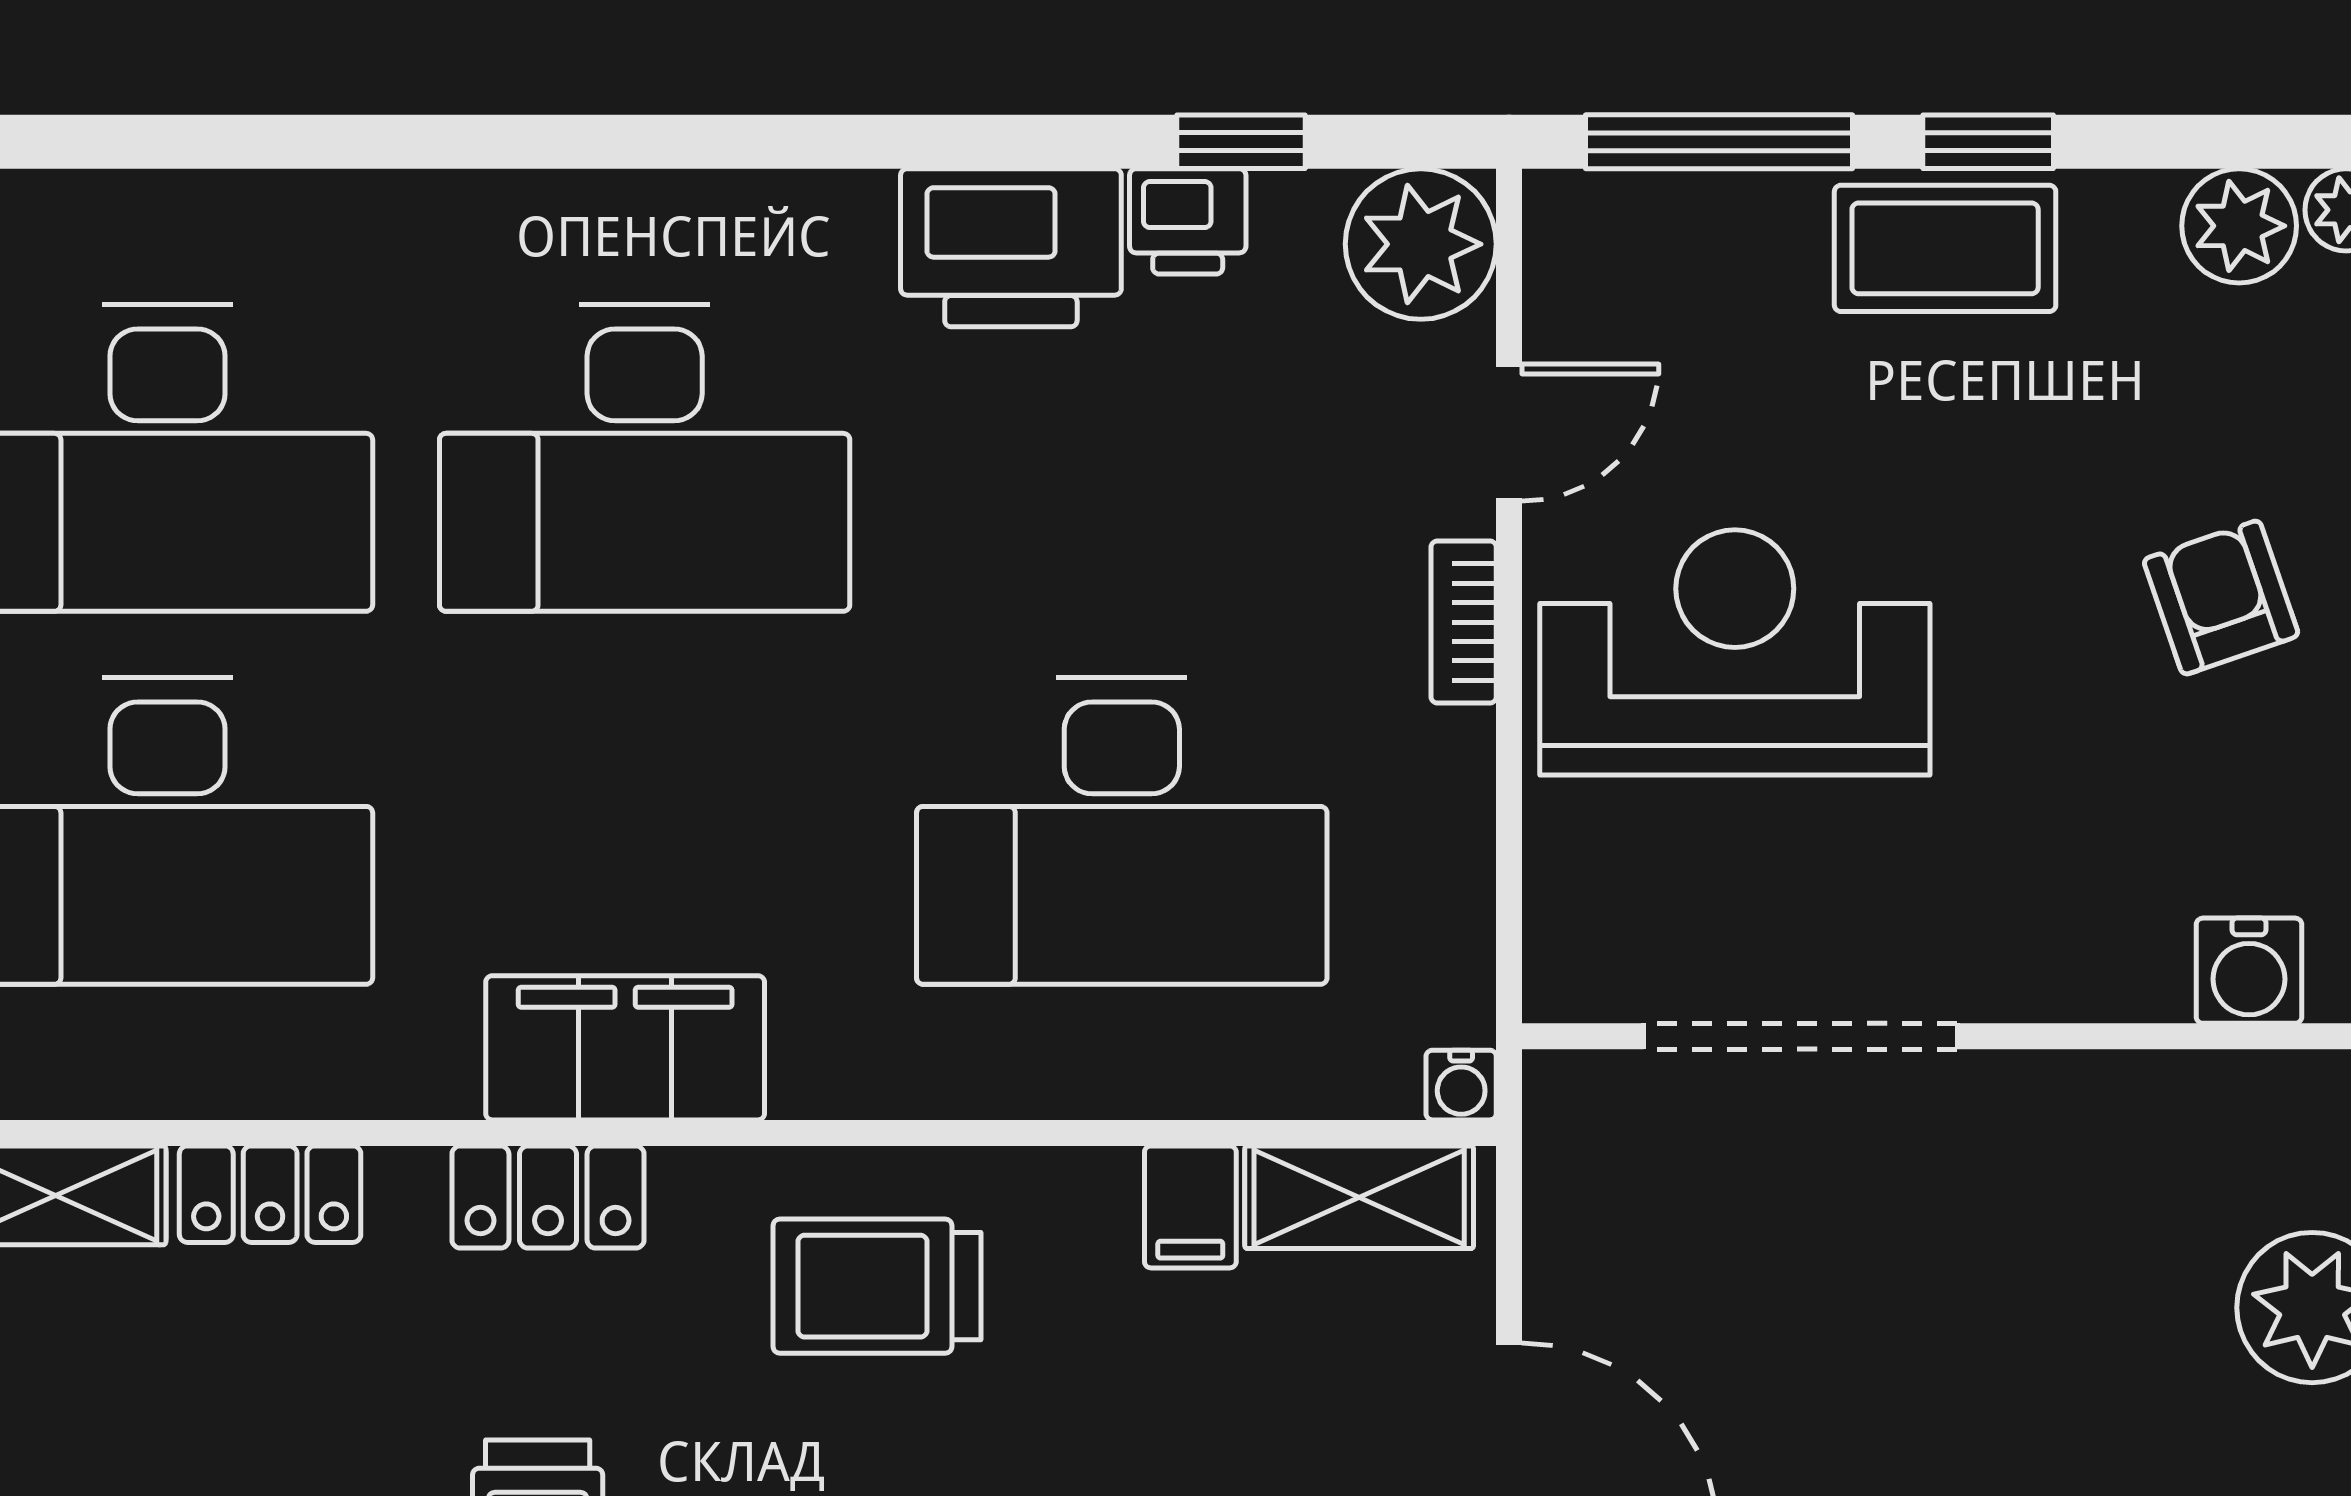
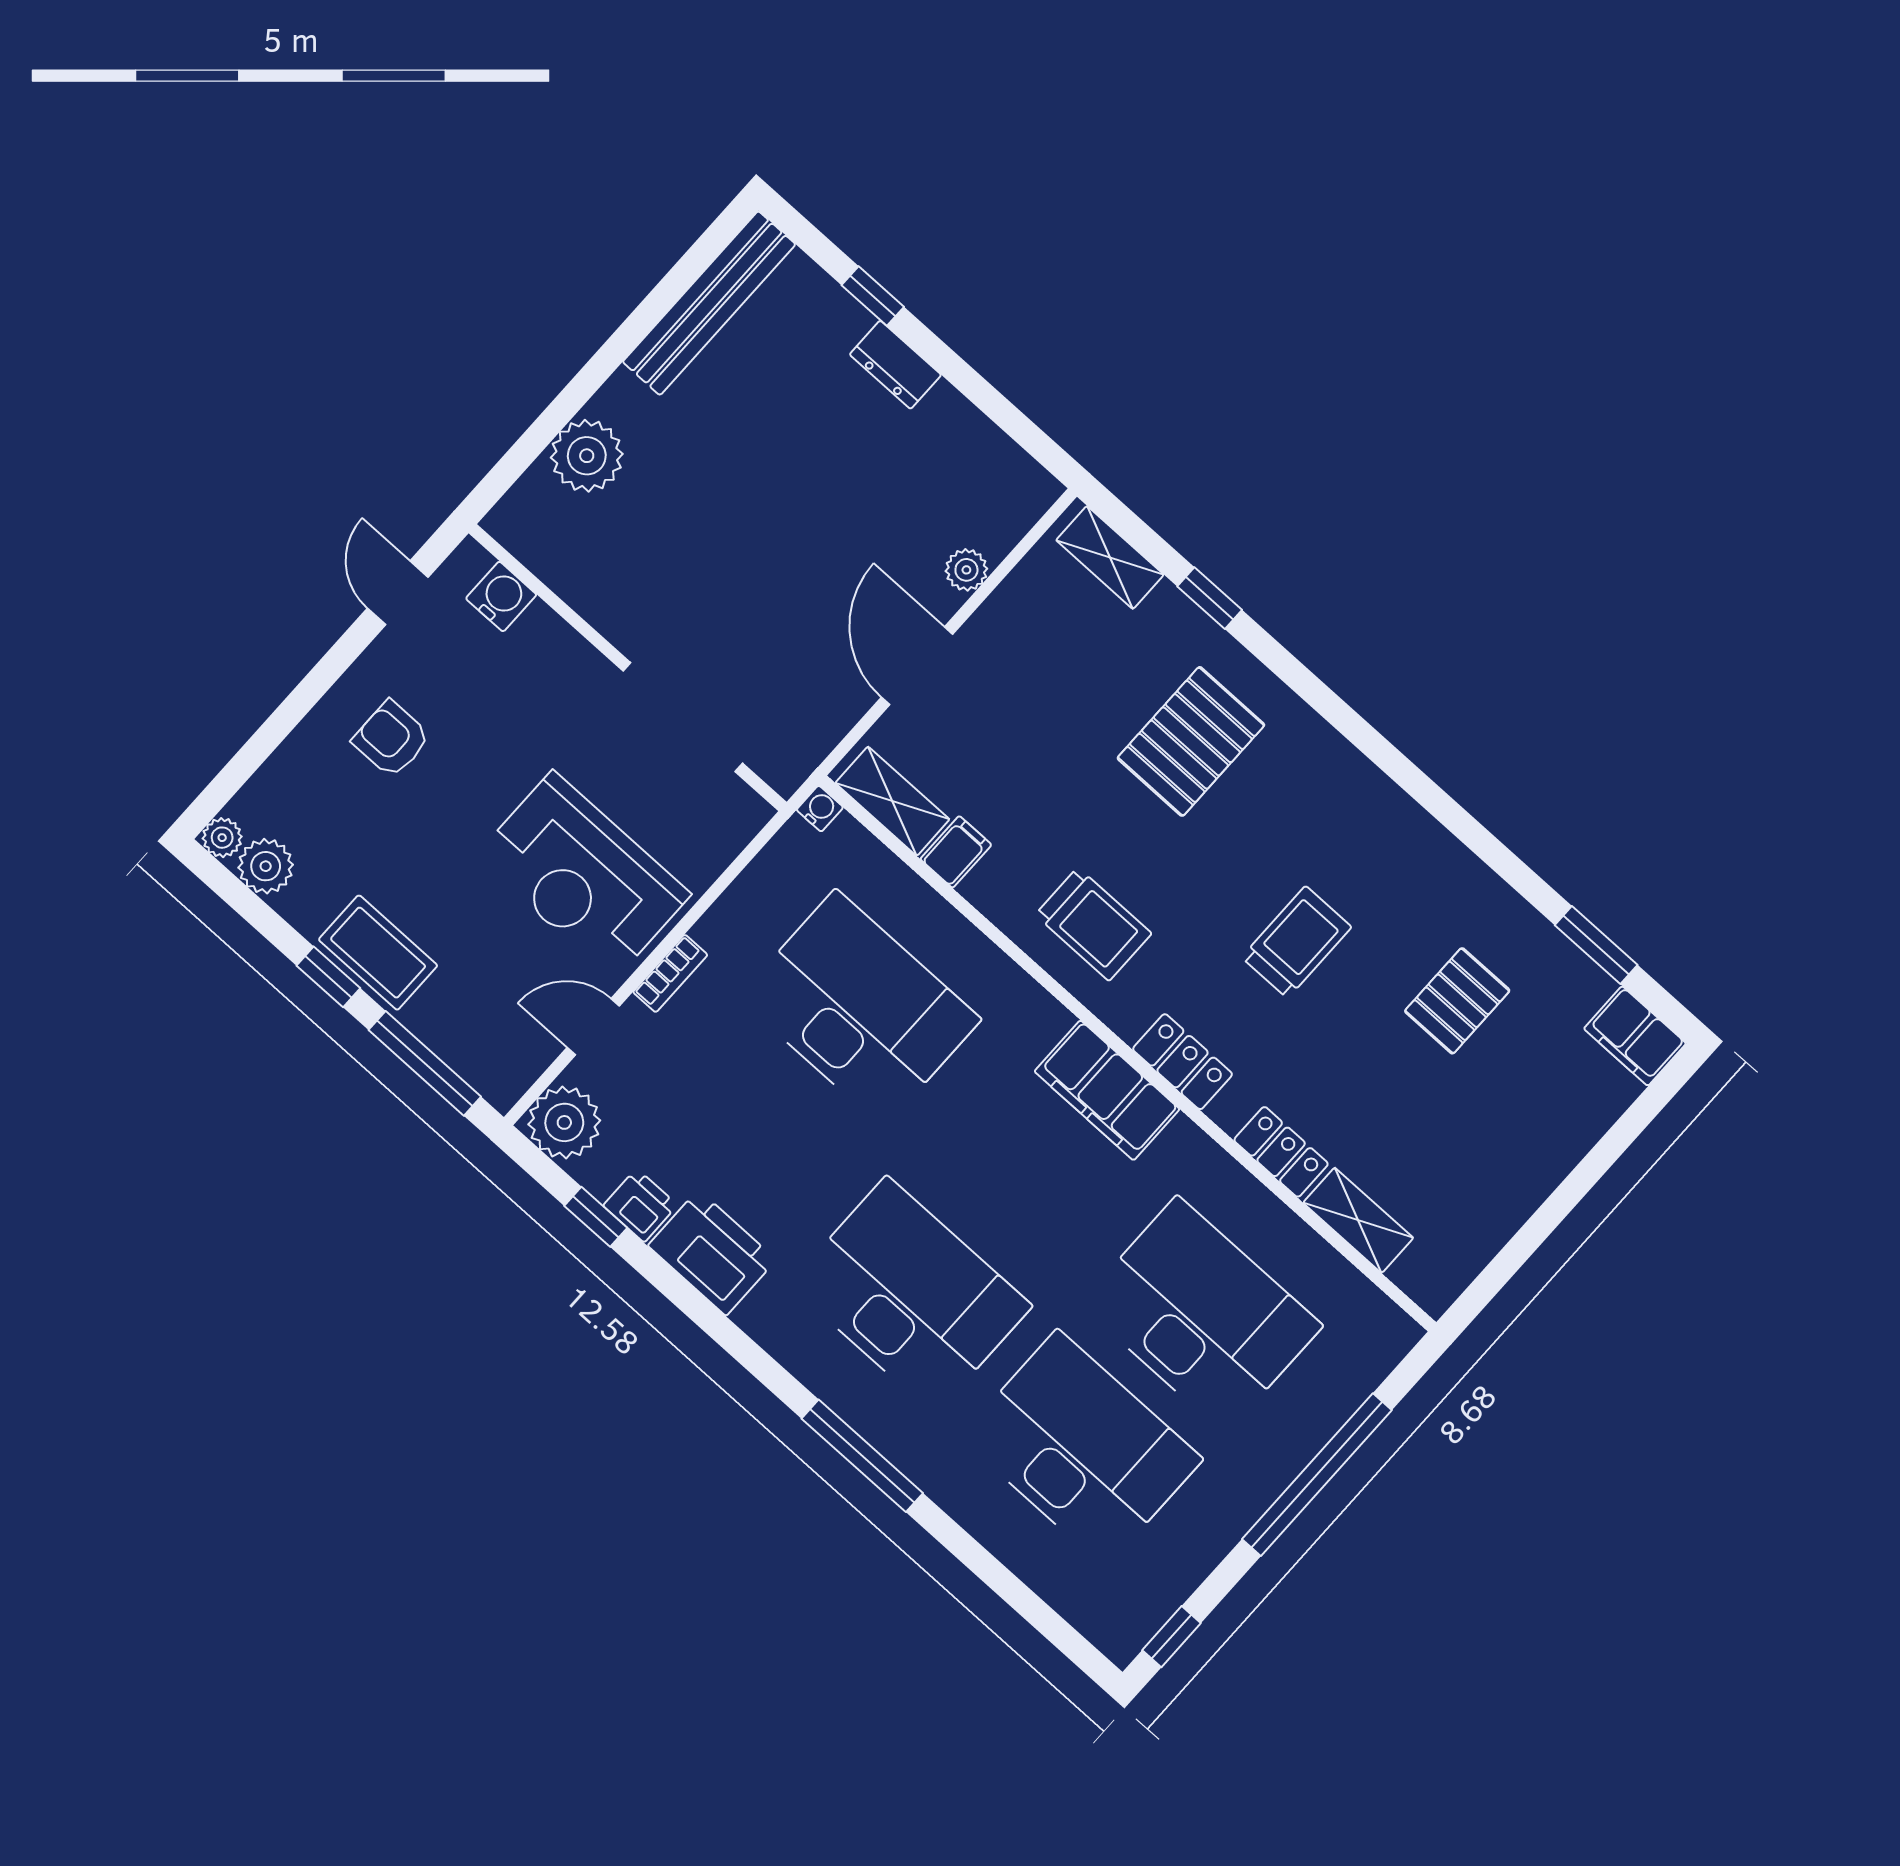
window: (496, 142) -> (862, 1456), added
armchair: (2221, 598) -> (391, 739), turned 109

